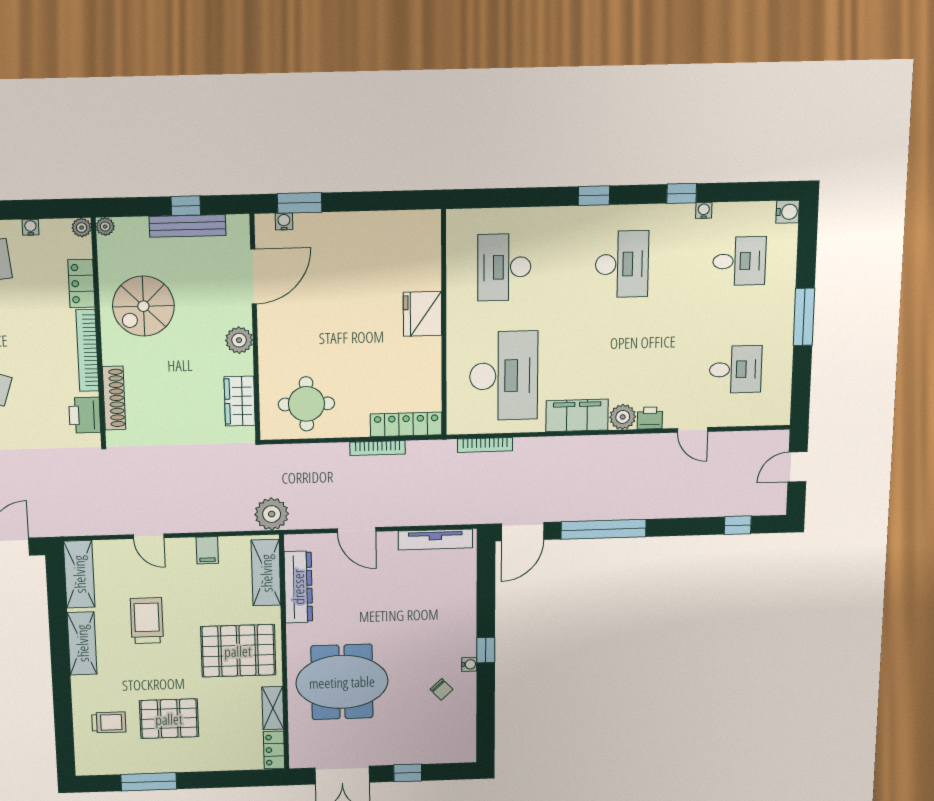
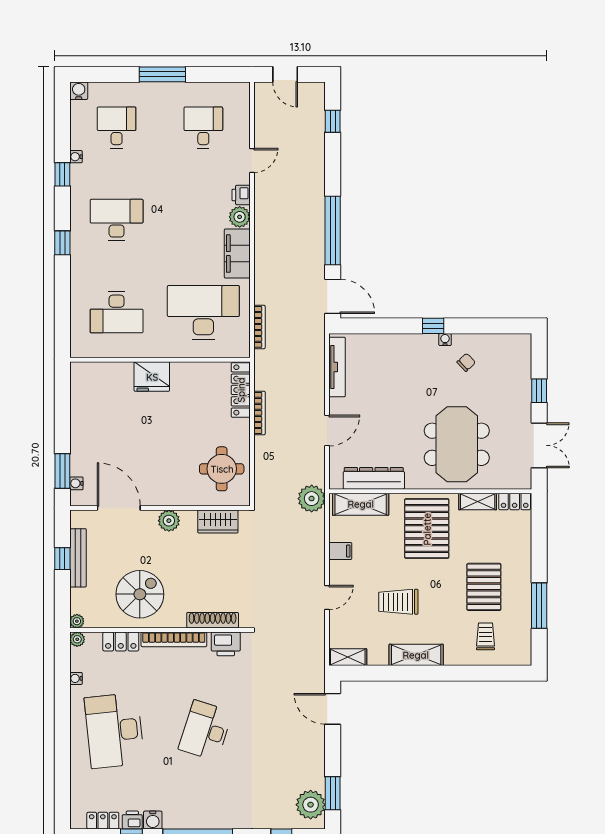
spiral stairs: (143, 306) -> (140, 594), turned -90
shelving: (79, 574) -> (348, 657), width x0.67, depth x0.75

